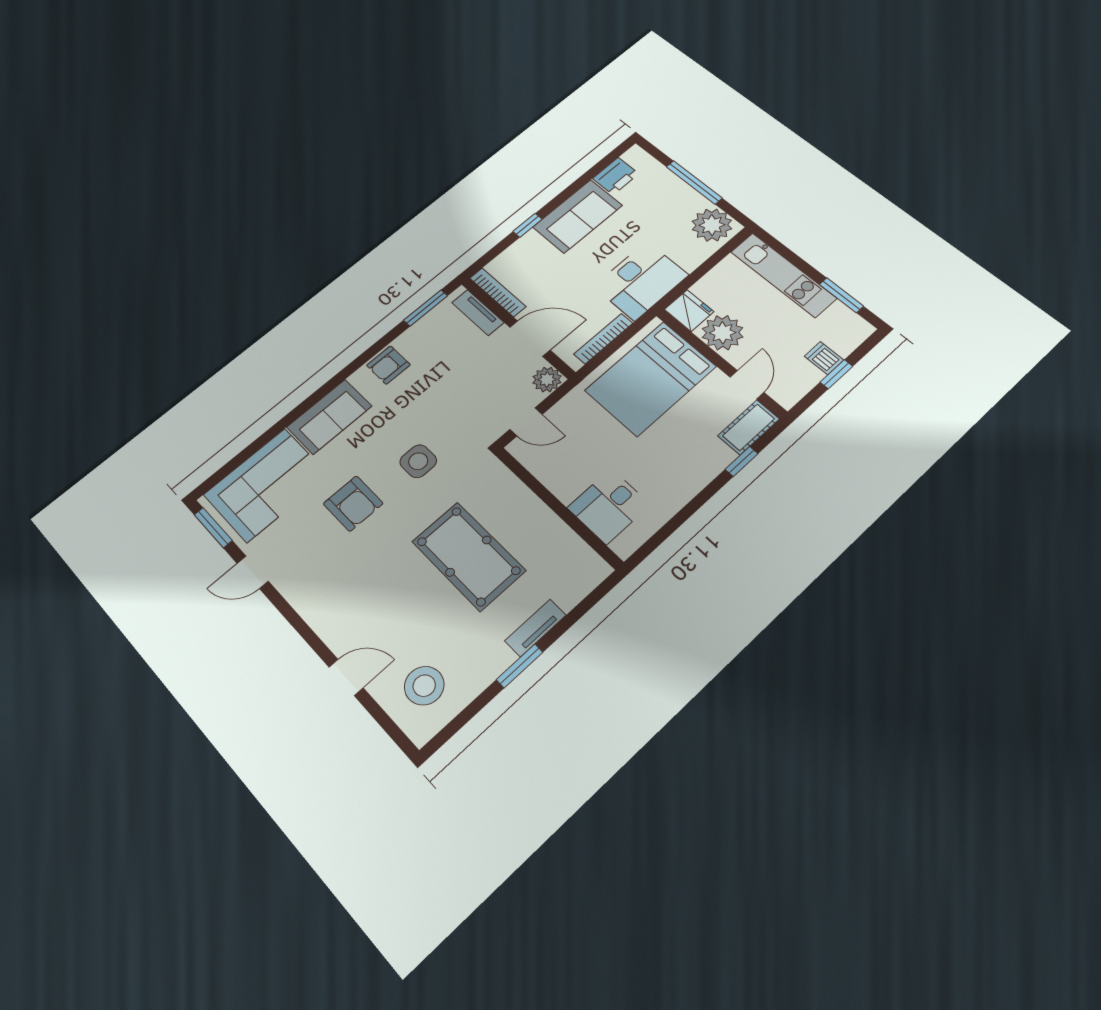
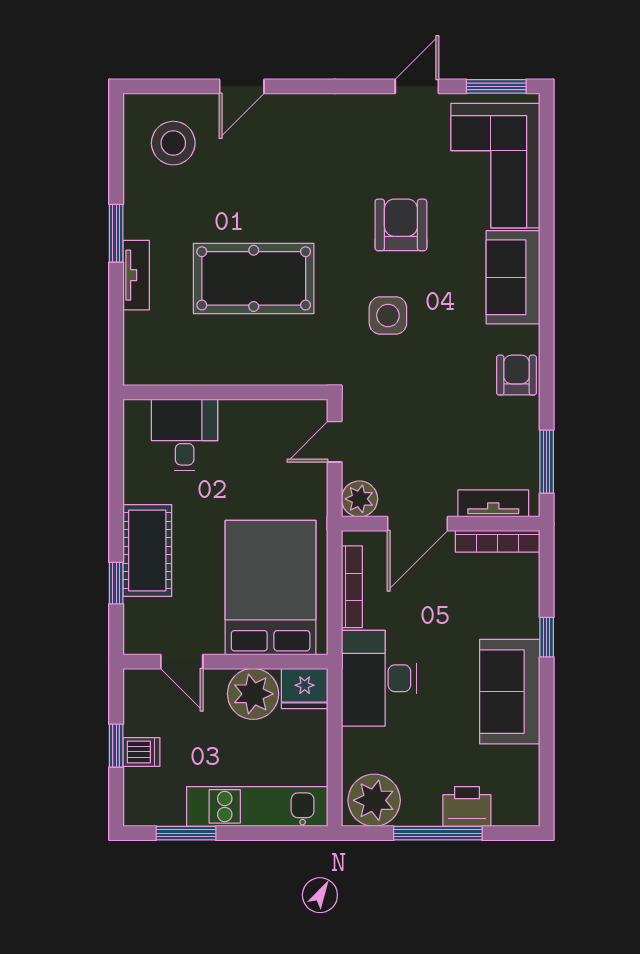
printer: (616, 176) -> (467, 807), moved, turned 90
cot: (749, 427) -> (147, 550), moved, width x1.37, depth x1.34
armchair: (353, 504) -> (401, 225), turned 90

